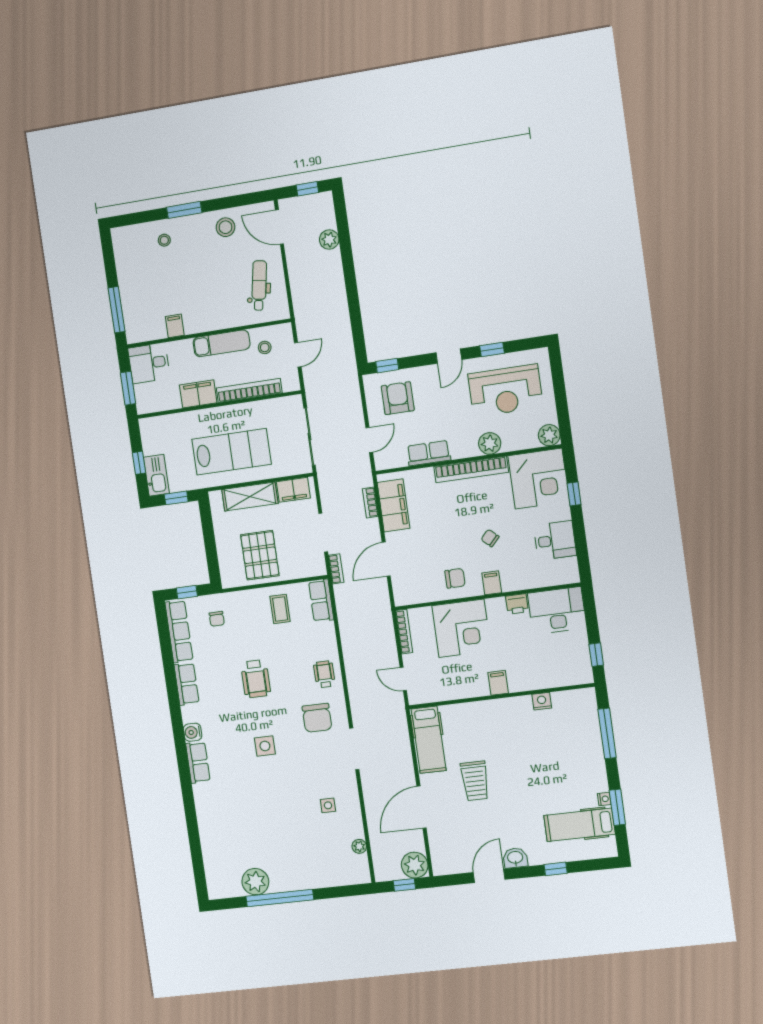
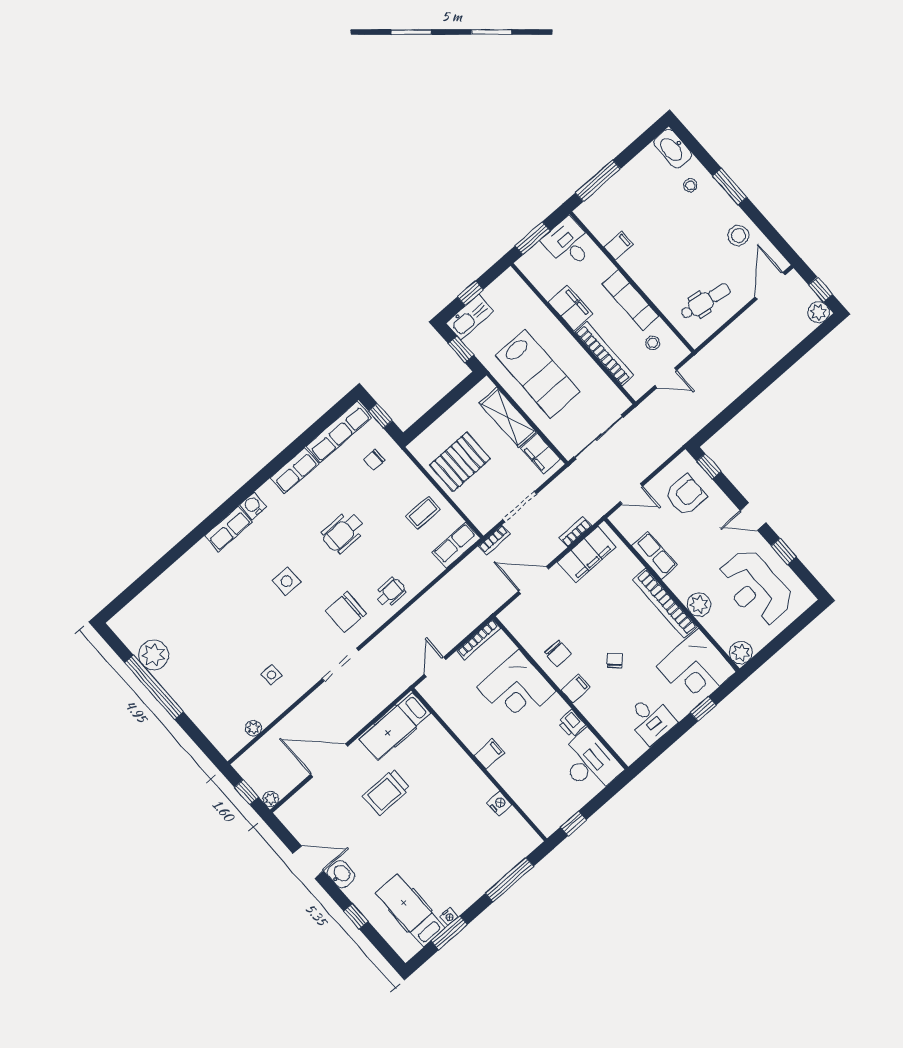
washbasin: (128, 236) -> (673, 149), added
plant: (329, 240) -> (819, 312), moved
plant: (415, 865) -> (271, 799), width x0.53, depth x0.53

